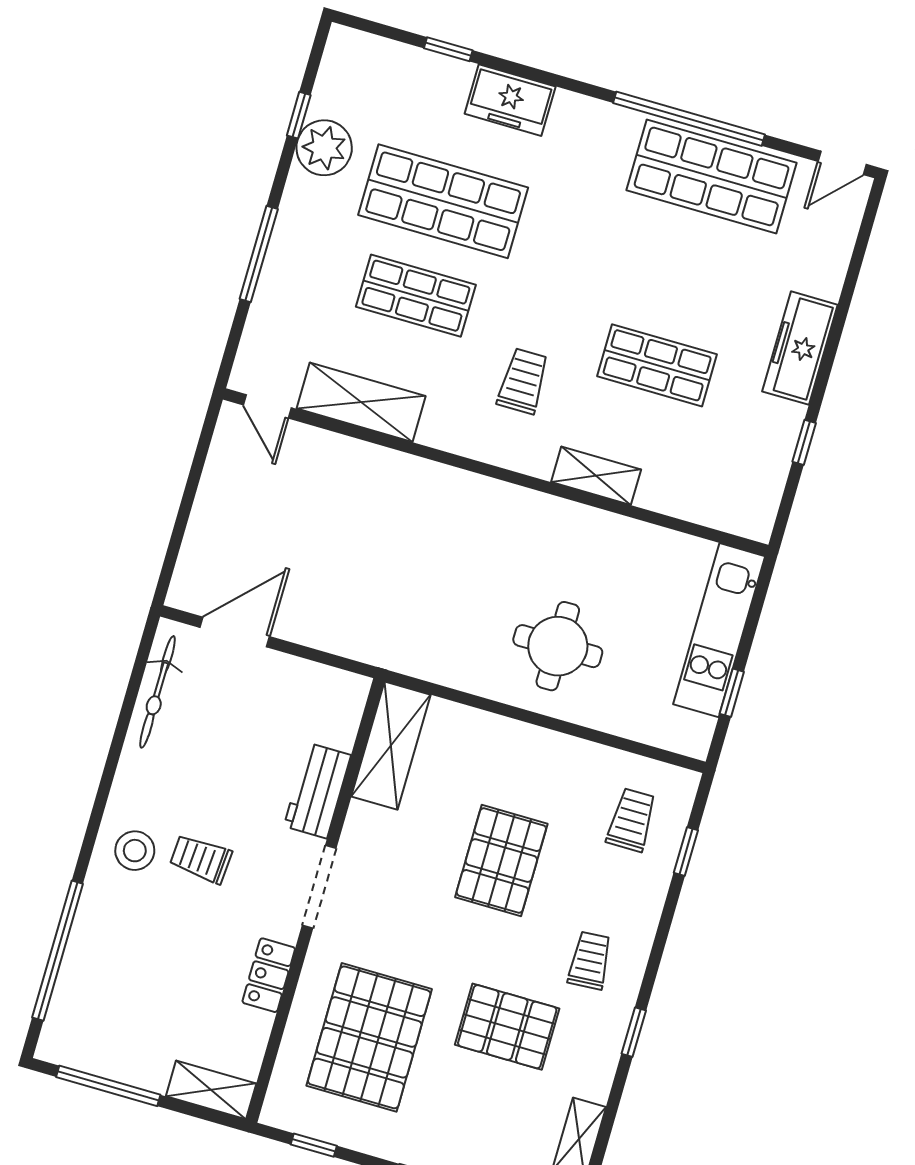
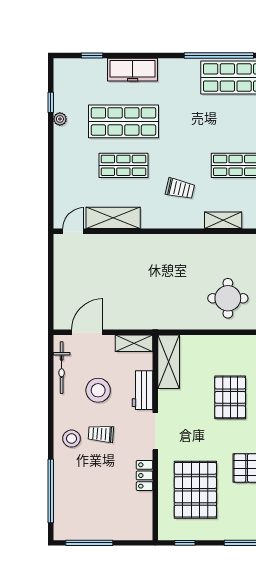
window: (448, 49) -> (92, 55), moved
freezer: (510, 100) -> (133, 70), width x1.40
plant: (324, 148) -> (60, 119), width x0.53, depth x0.53
window: (259, 254) -> (51, 167), removed
trolley: (523, 381) -> (180, 189), turned 103
door: (267, 406) -> (73, 231), swing flipped
stool: (222, 763) -> (98, 390), added
shelving: (211, 1090) -> (134, 343), moved

